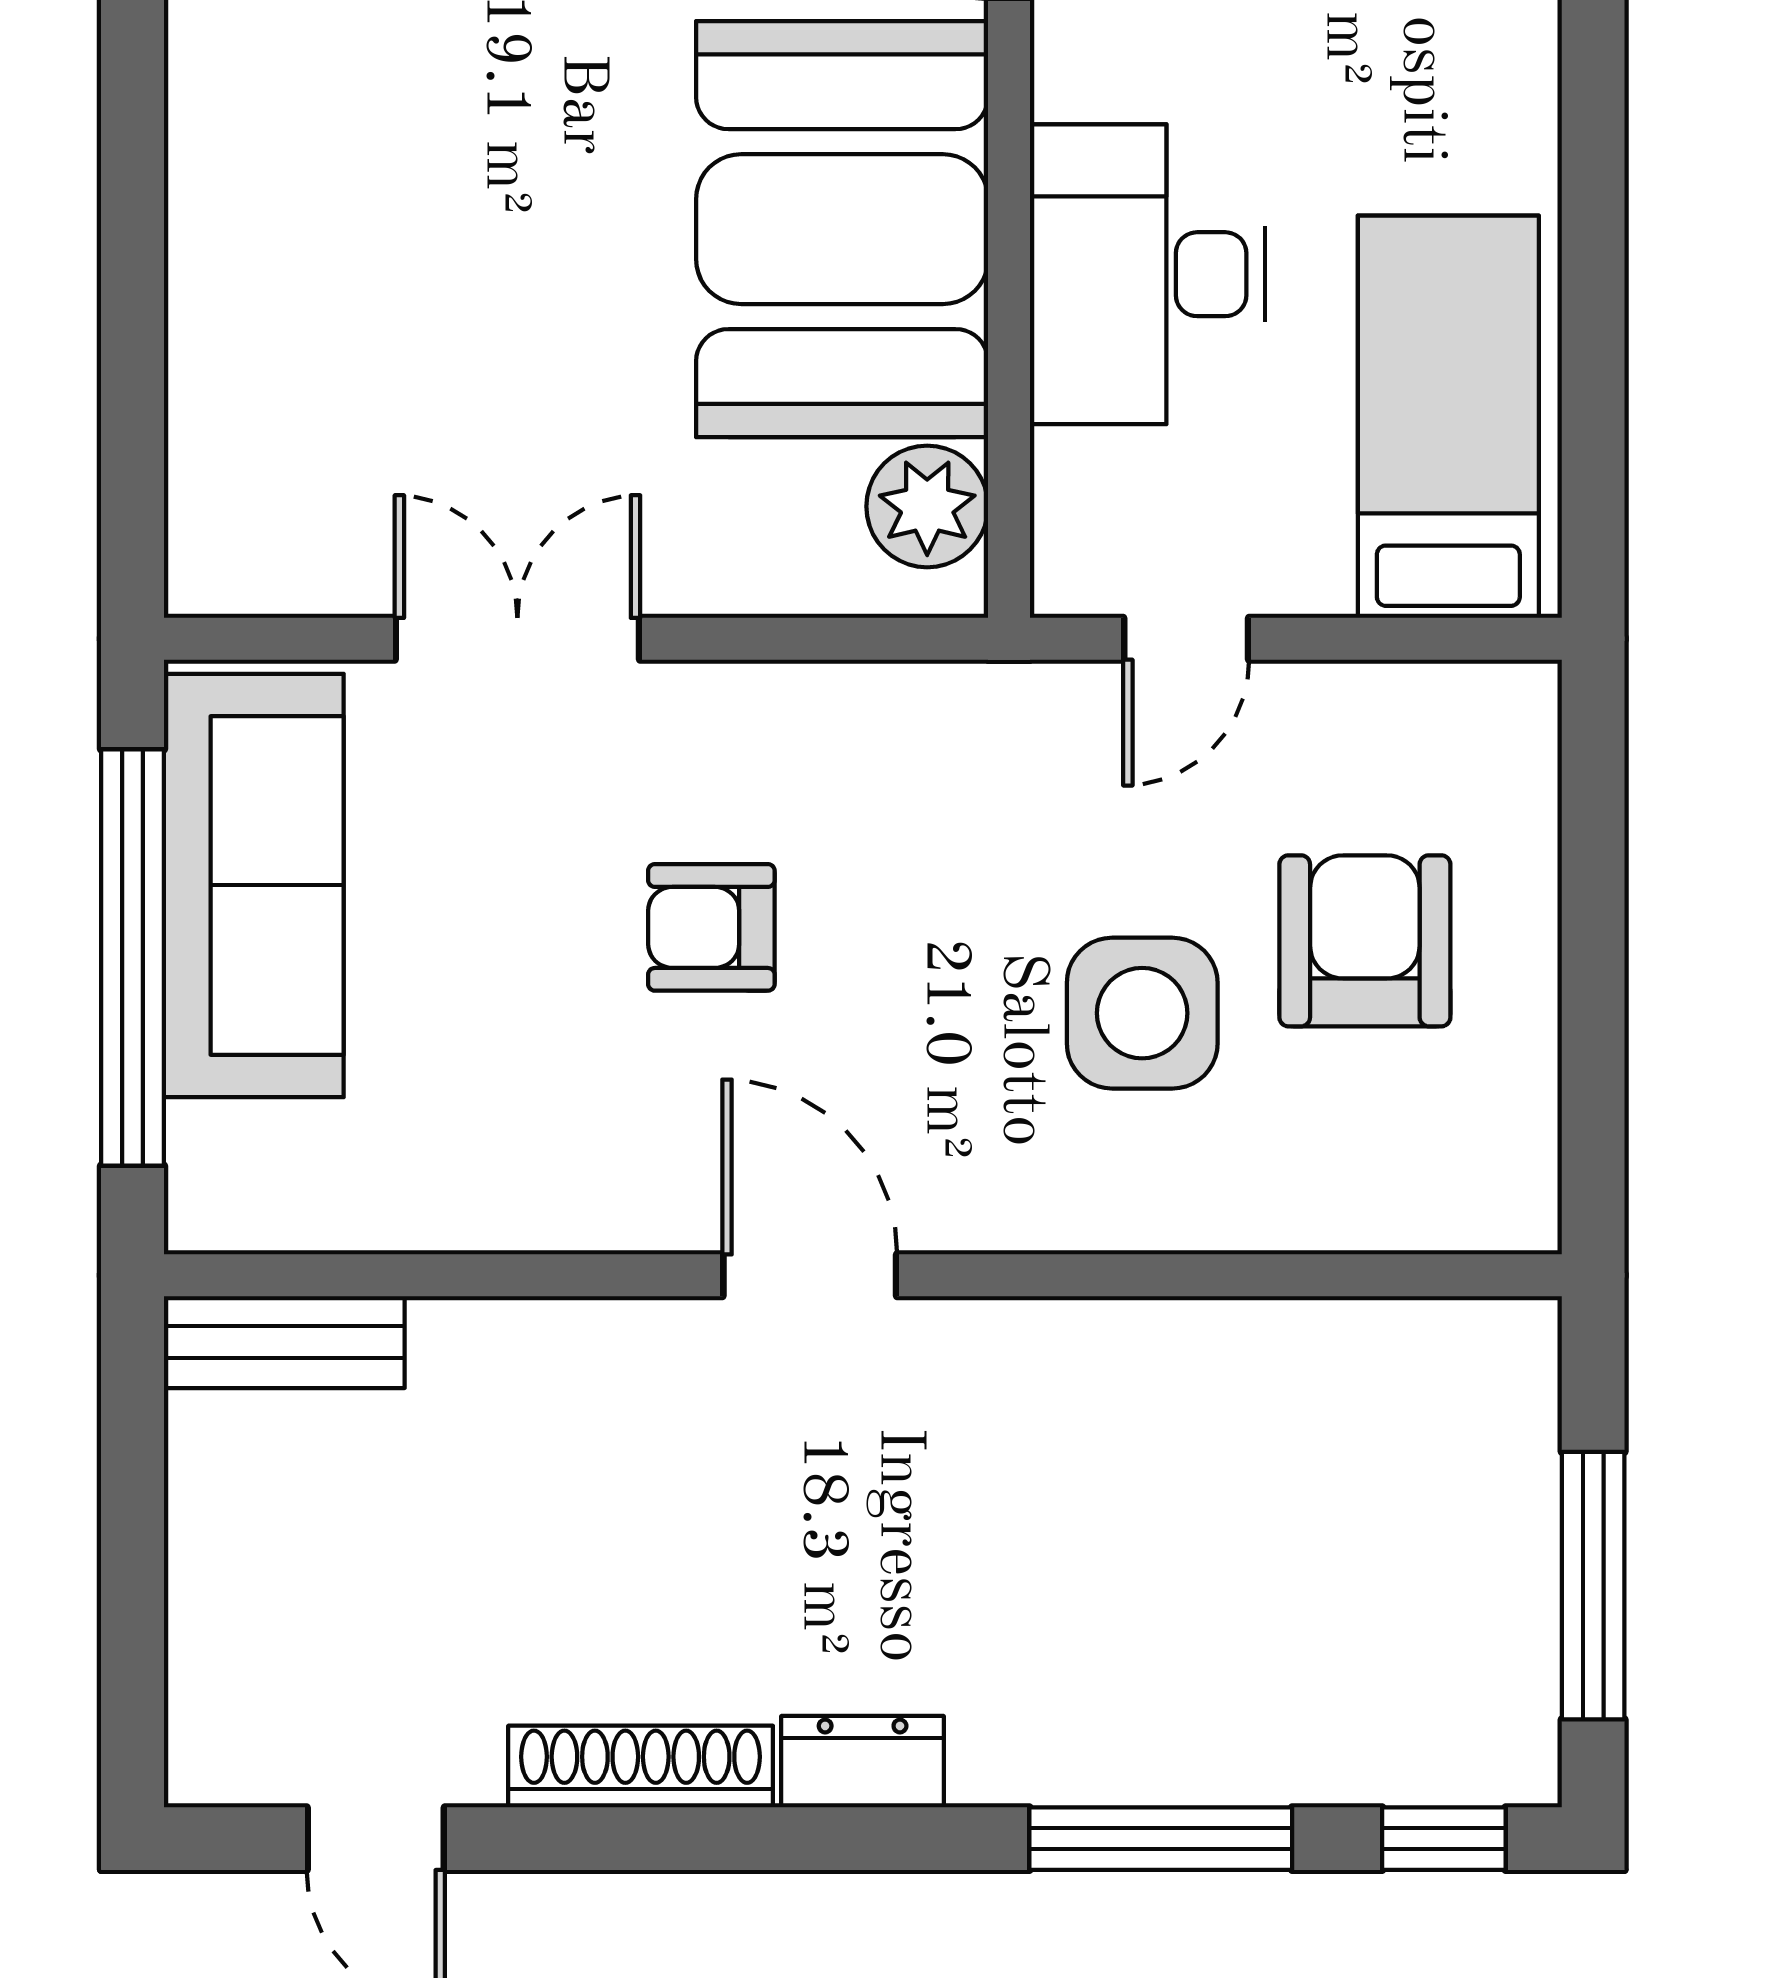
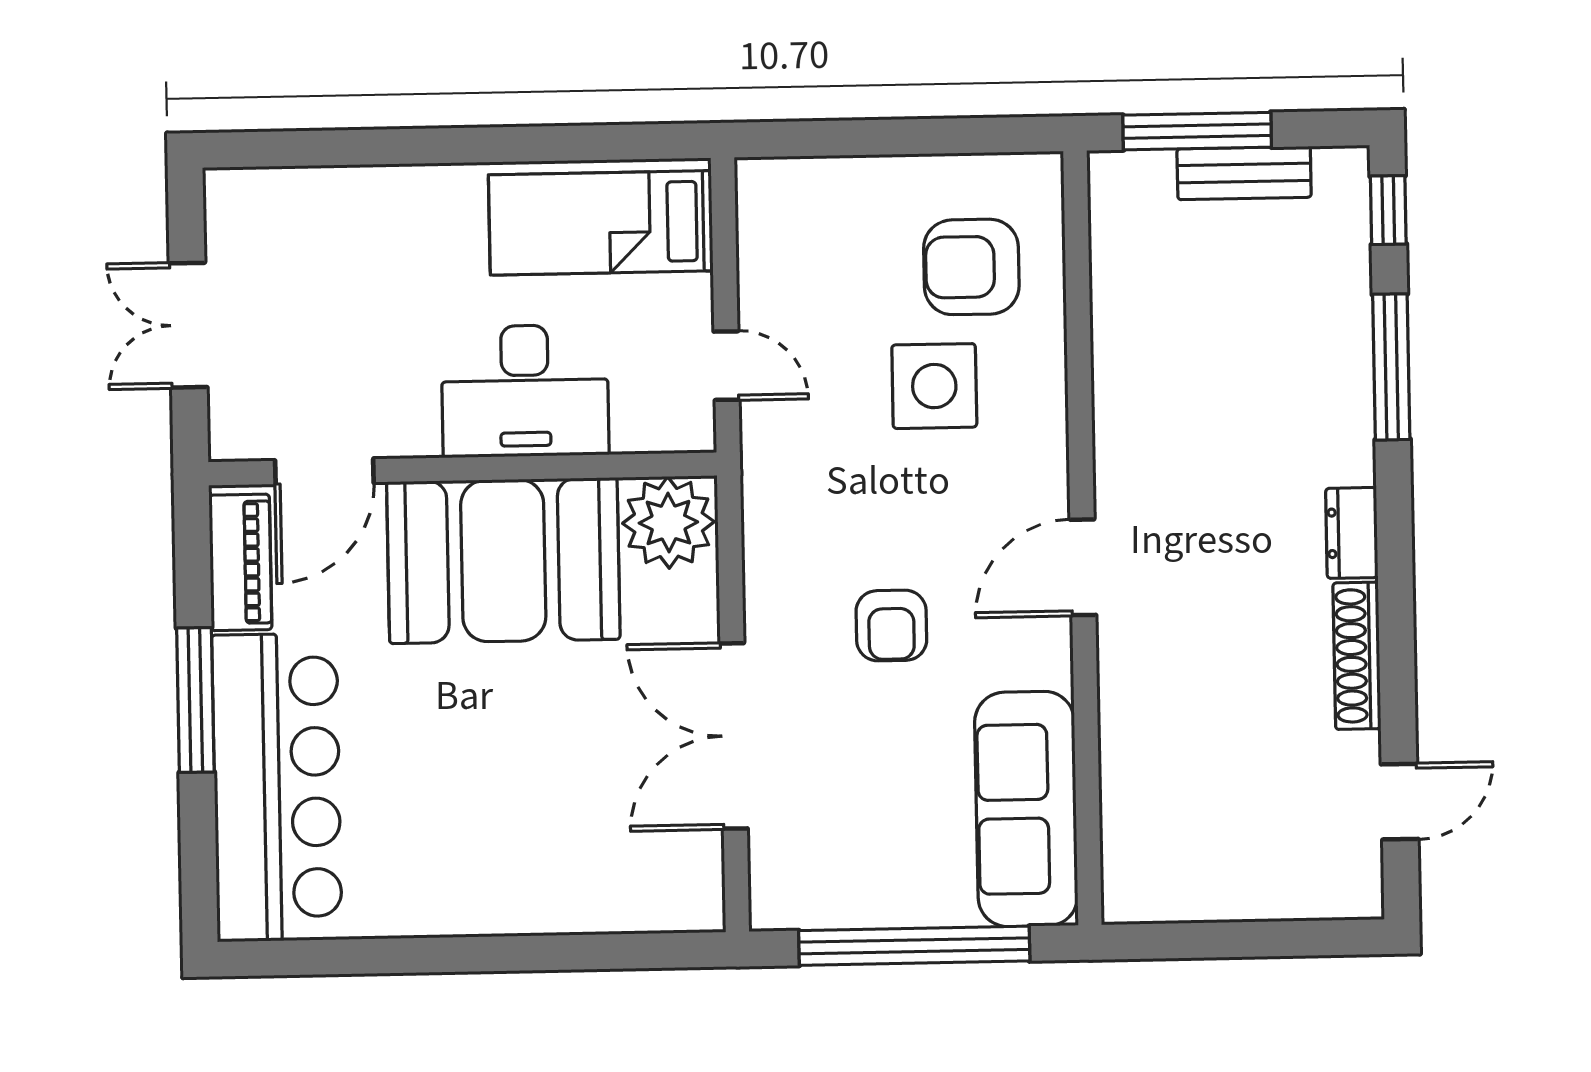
plant: (927, 506) -> (668, 523), width x1.36, depth x1.36
double door: (517, 639) -> (734, 736), width x1.37
sofa: (254, 885) -> (1026, 809), moved, turned -90
armchair: (1365, 941) -> (971, 267), moved
bench: (284, 1342) -> (1244, 173), moved, turned 90
window: (1593, 1586) -> (1197, 131), moved

